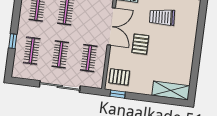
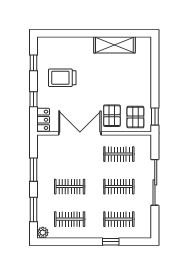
trolley: (162, 17) -> (62, 78), turned 94
pallet: (140, 44) -> (112, 116), moved, turned 90
shelving: (171, 91) -> (114, 45), moved, turned 90

